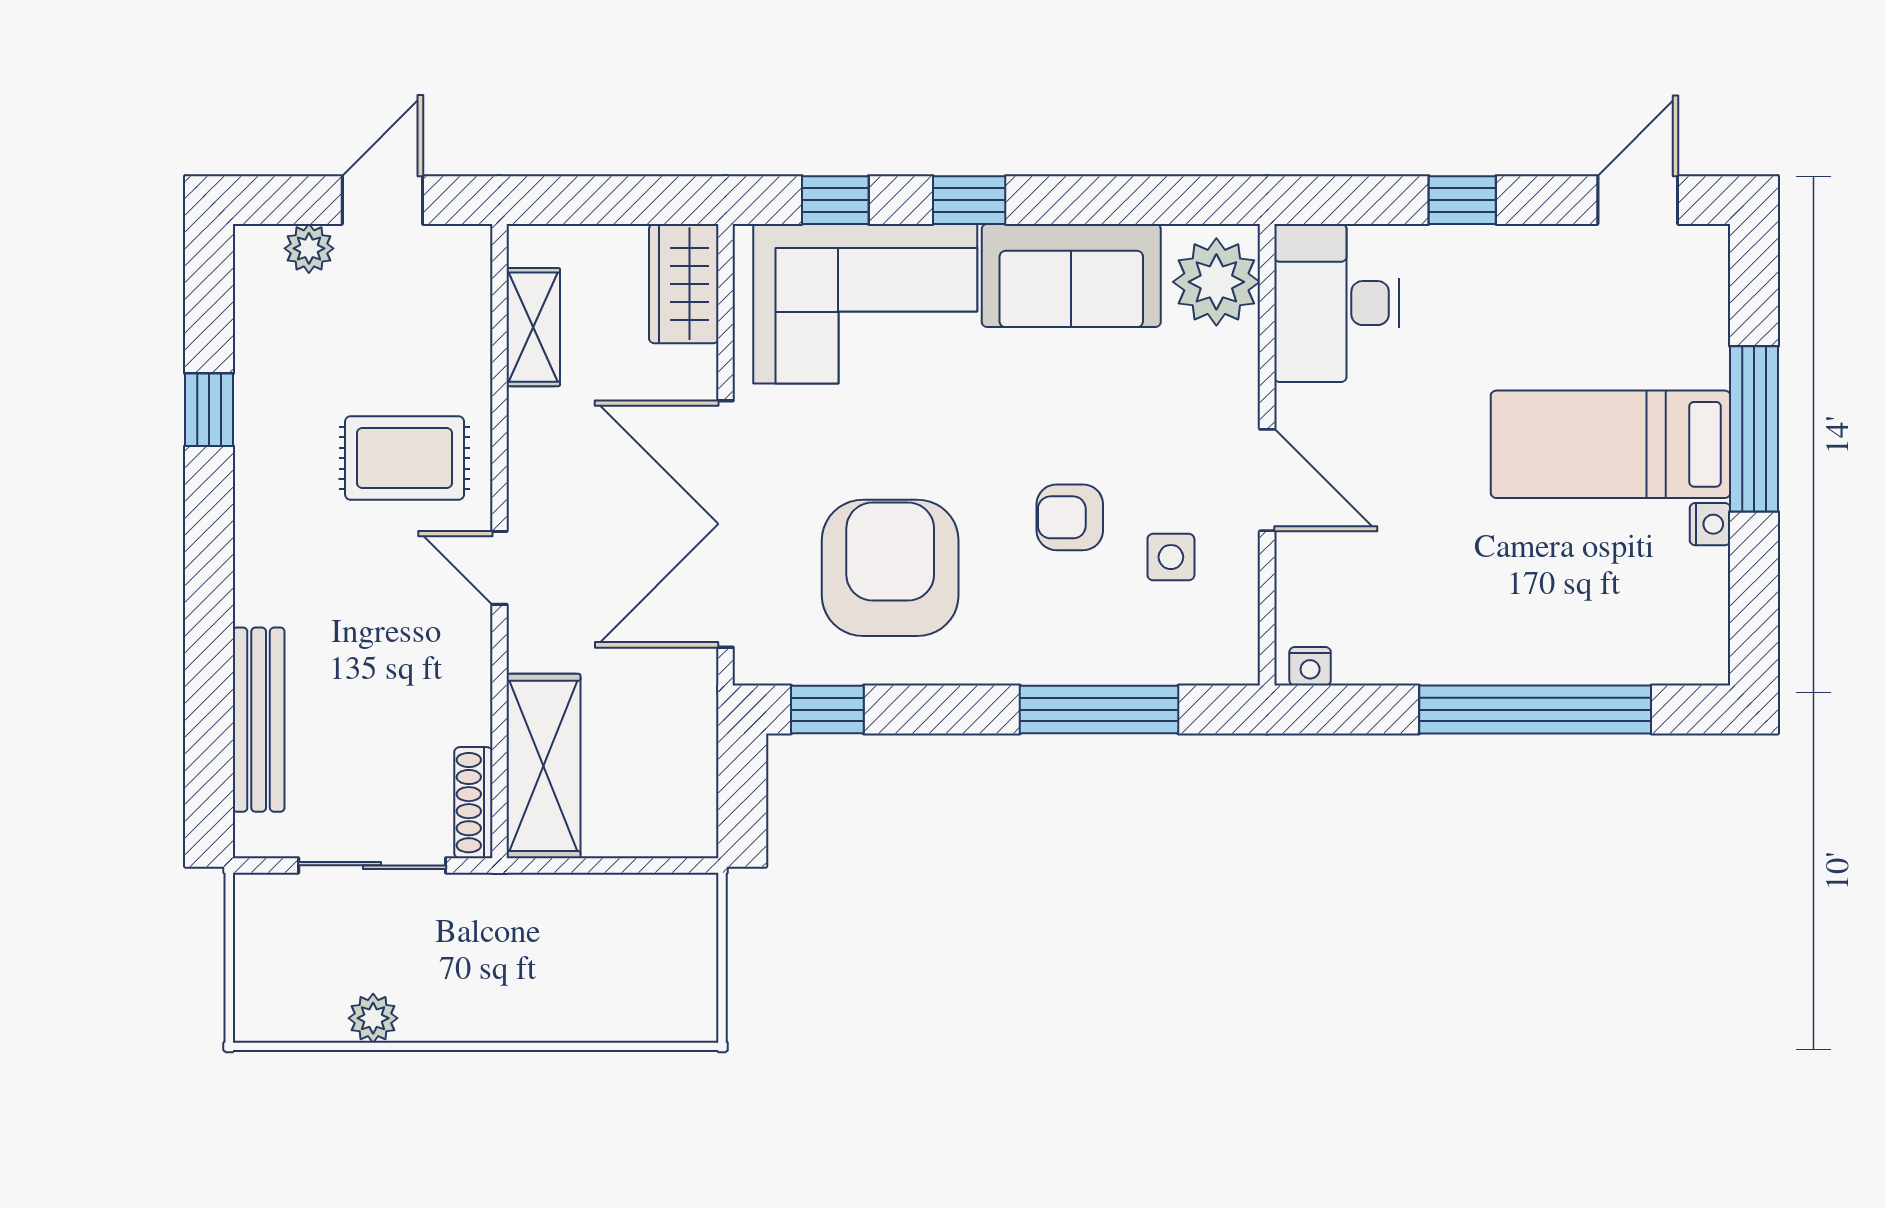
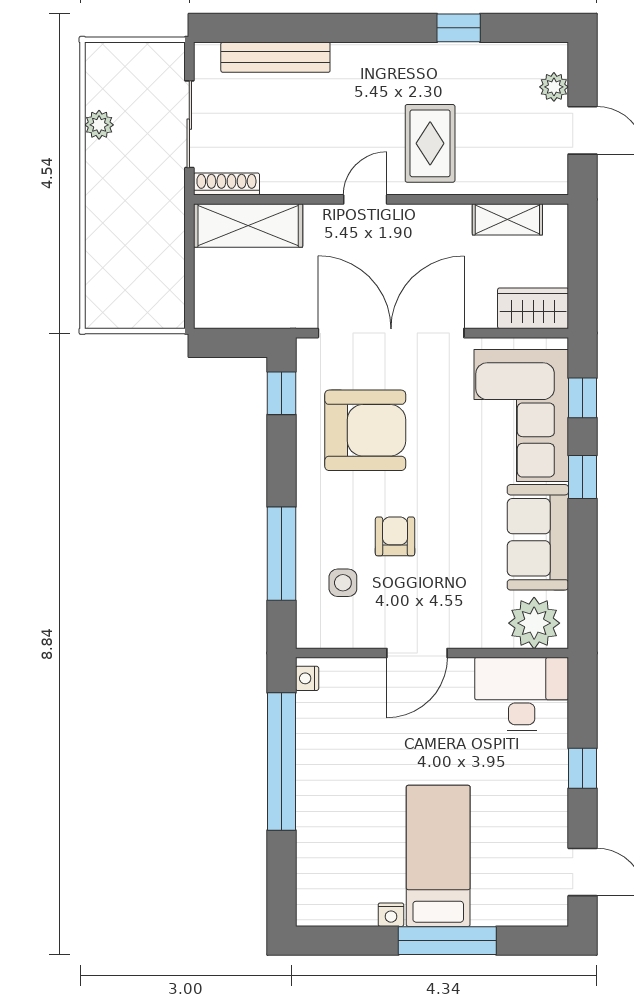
side table: (1171, 557) -> (343, 583), moved
window: (1535, 710) -> (281, 762), moved

